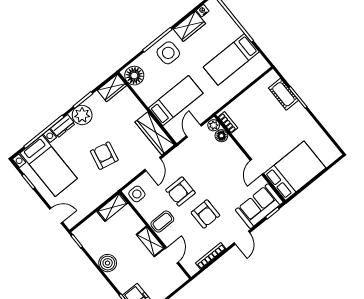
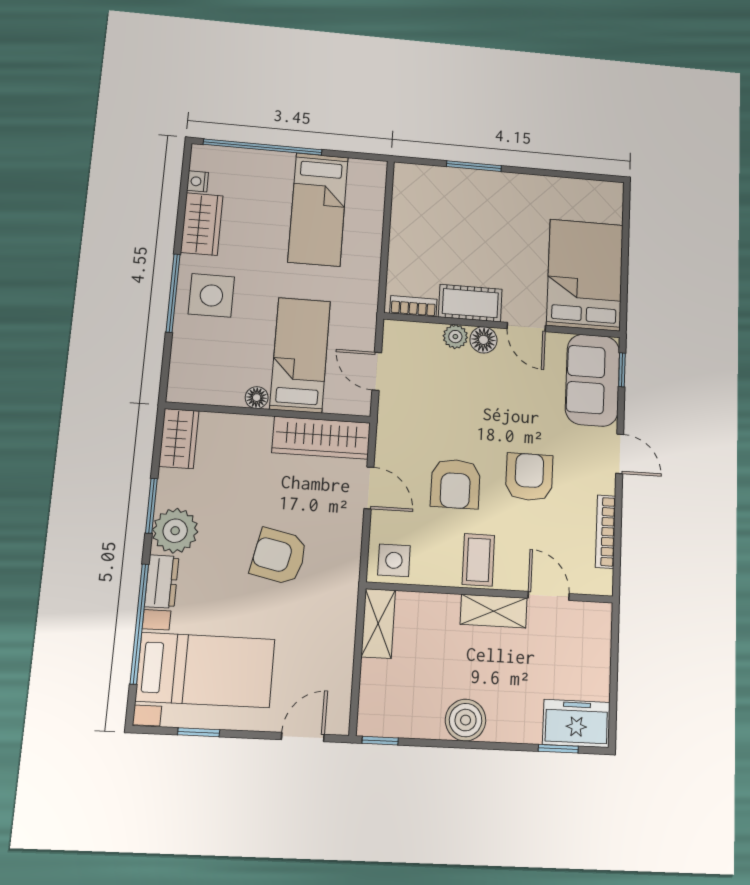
floor lamp: (134, 76) -> (257, 398), moved, width x0.53, depth x0.53
cot: (283, 94) -> (470, 303), moved
plant: (214, 125) -> (455, 337), moved
floor lamp: (221, 136) -> (483, 340), moved
armchair: (205, 214) -> (529, 477), turned -90

